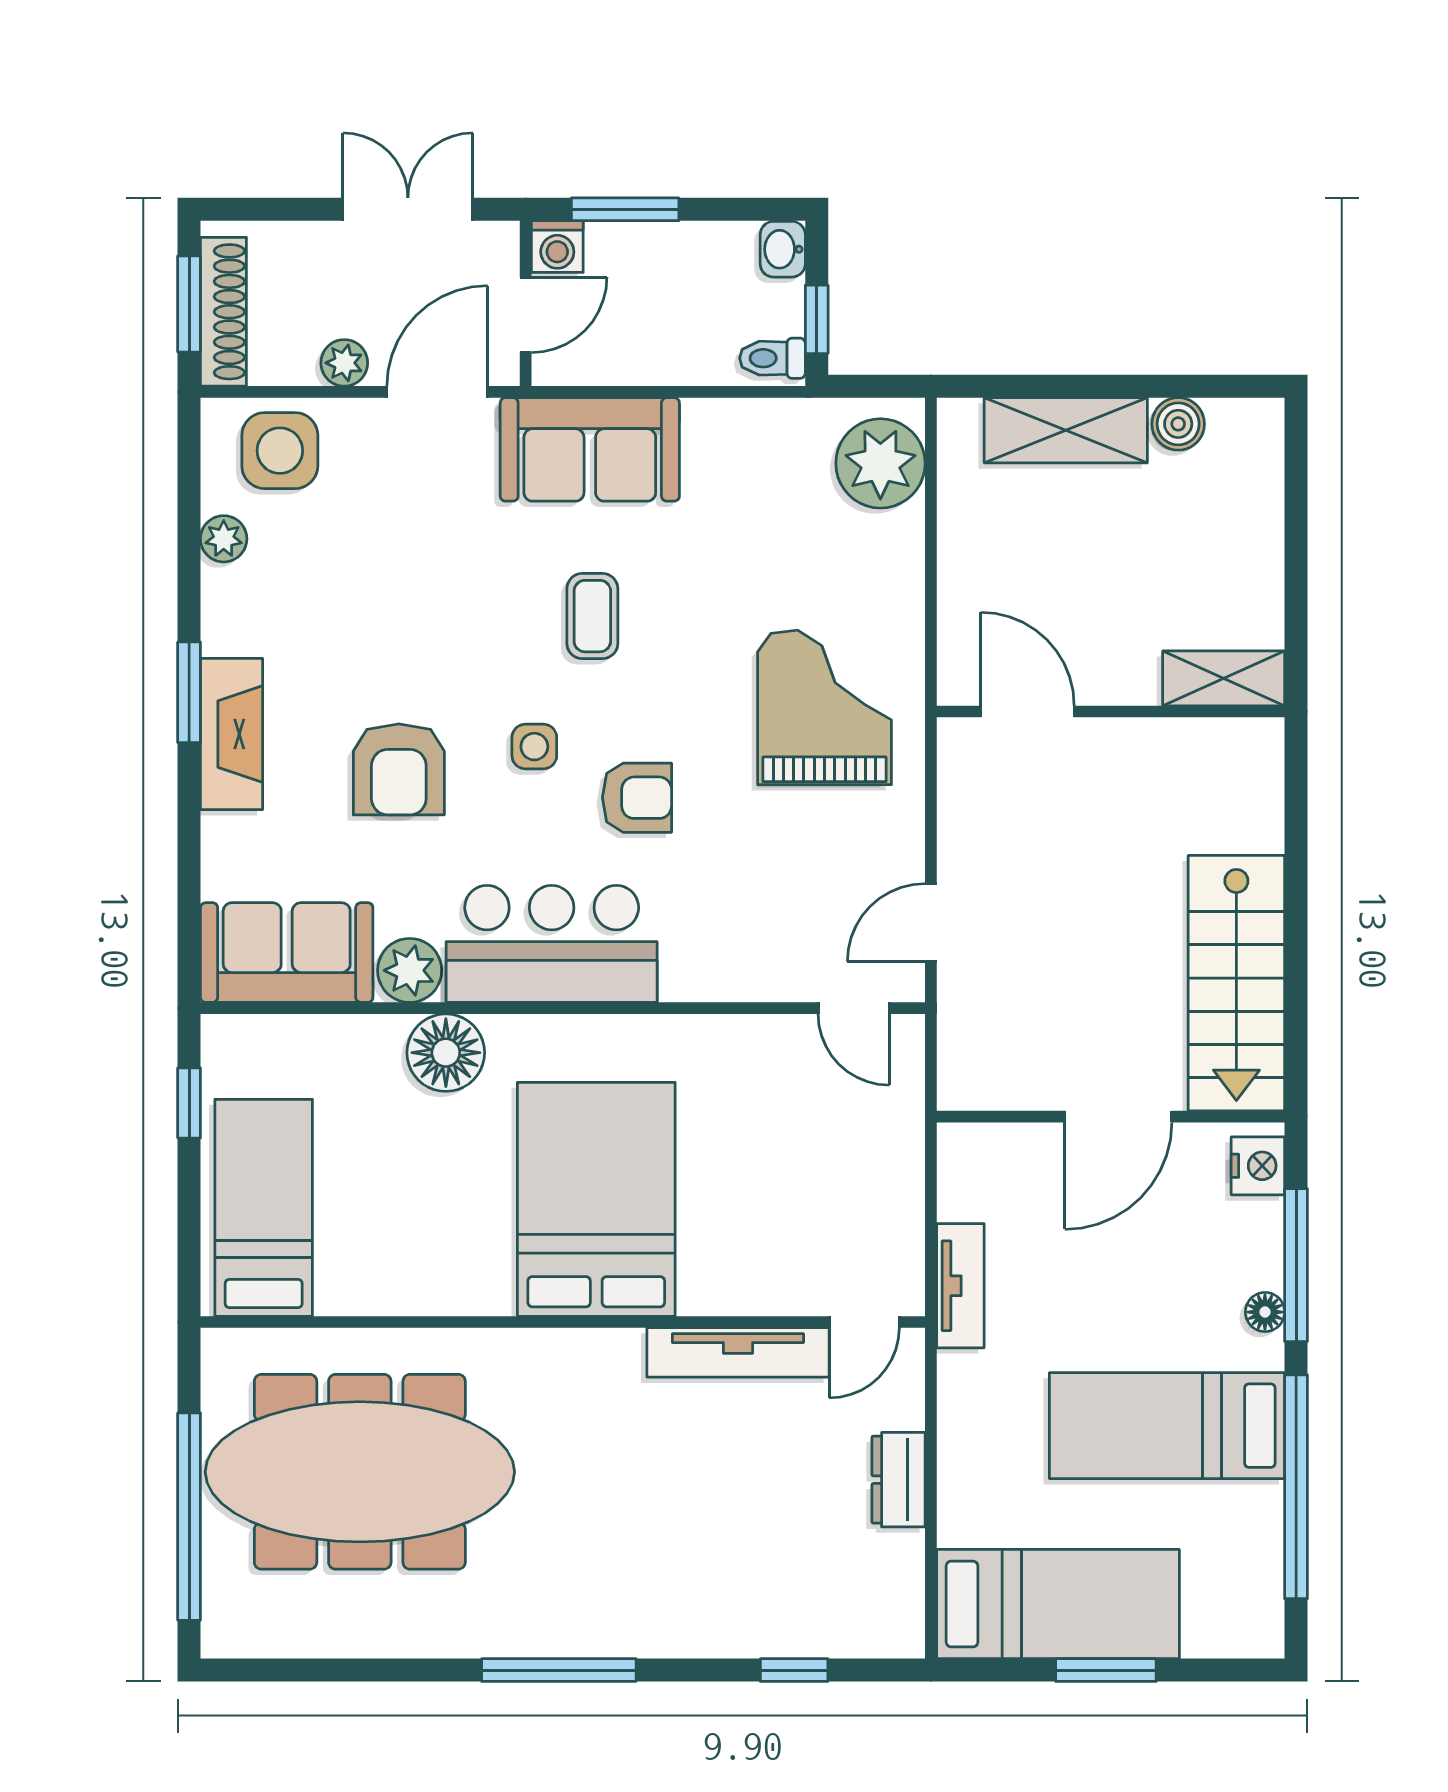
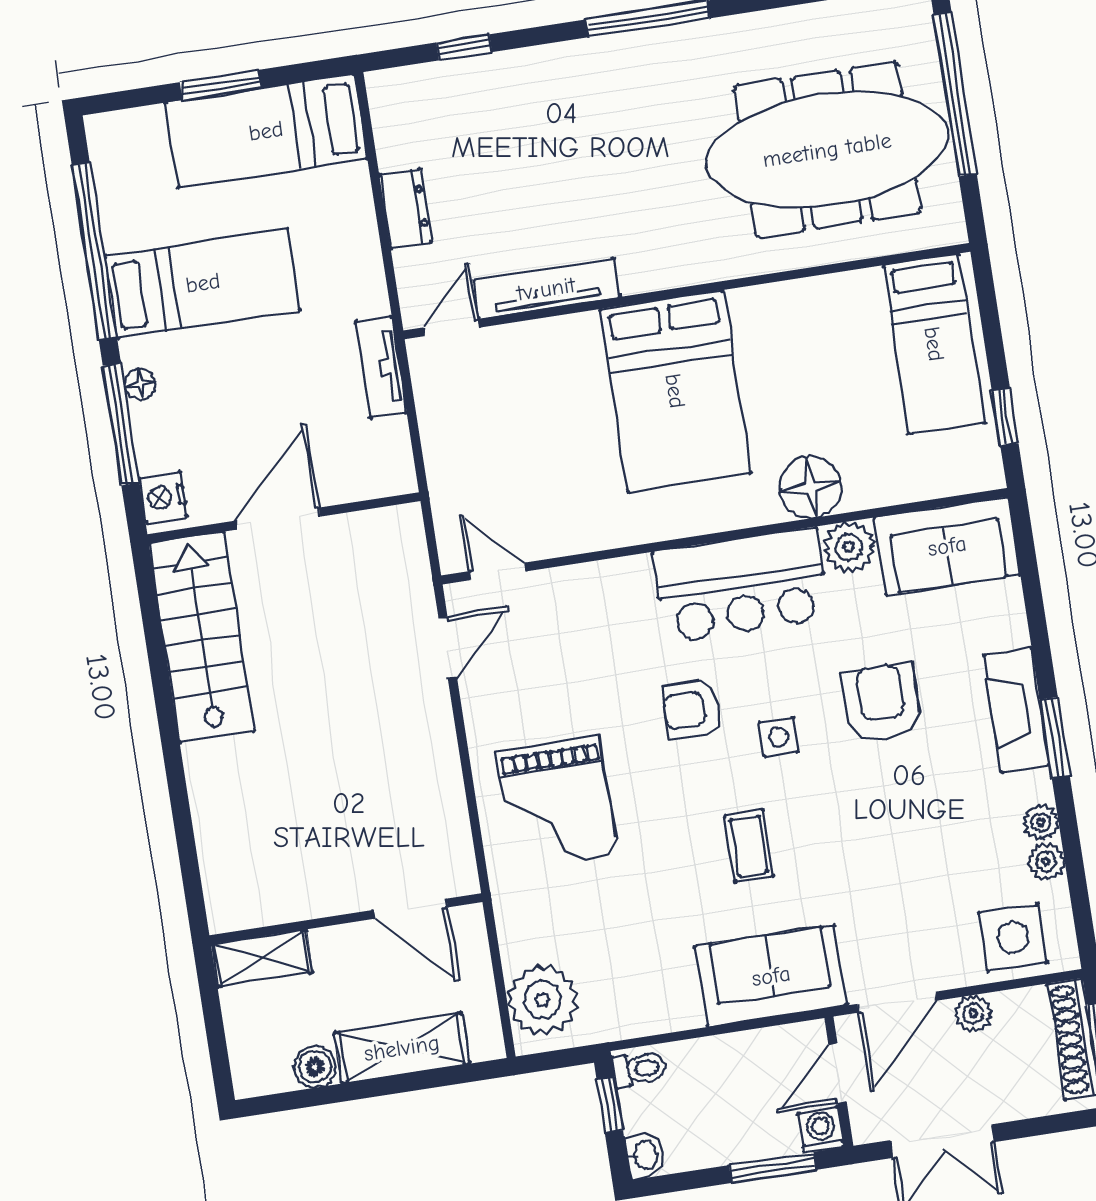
plant: (223, 589) -> (1041, 822), added
shelving: (1224, 678) -> (262, 958), moved
door: (1028, 711) -> (411, 909), moved
wall: (1111, 711) -> (346, 919), moved

